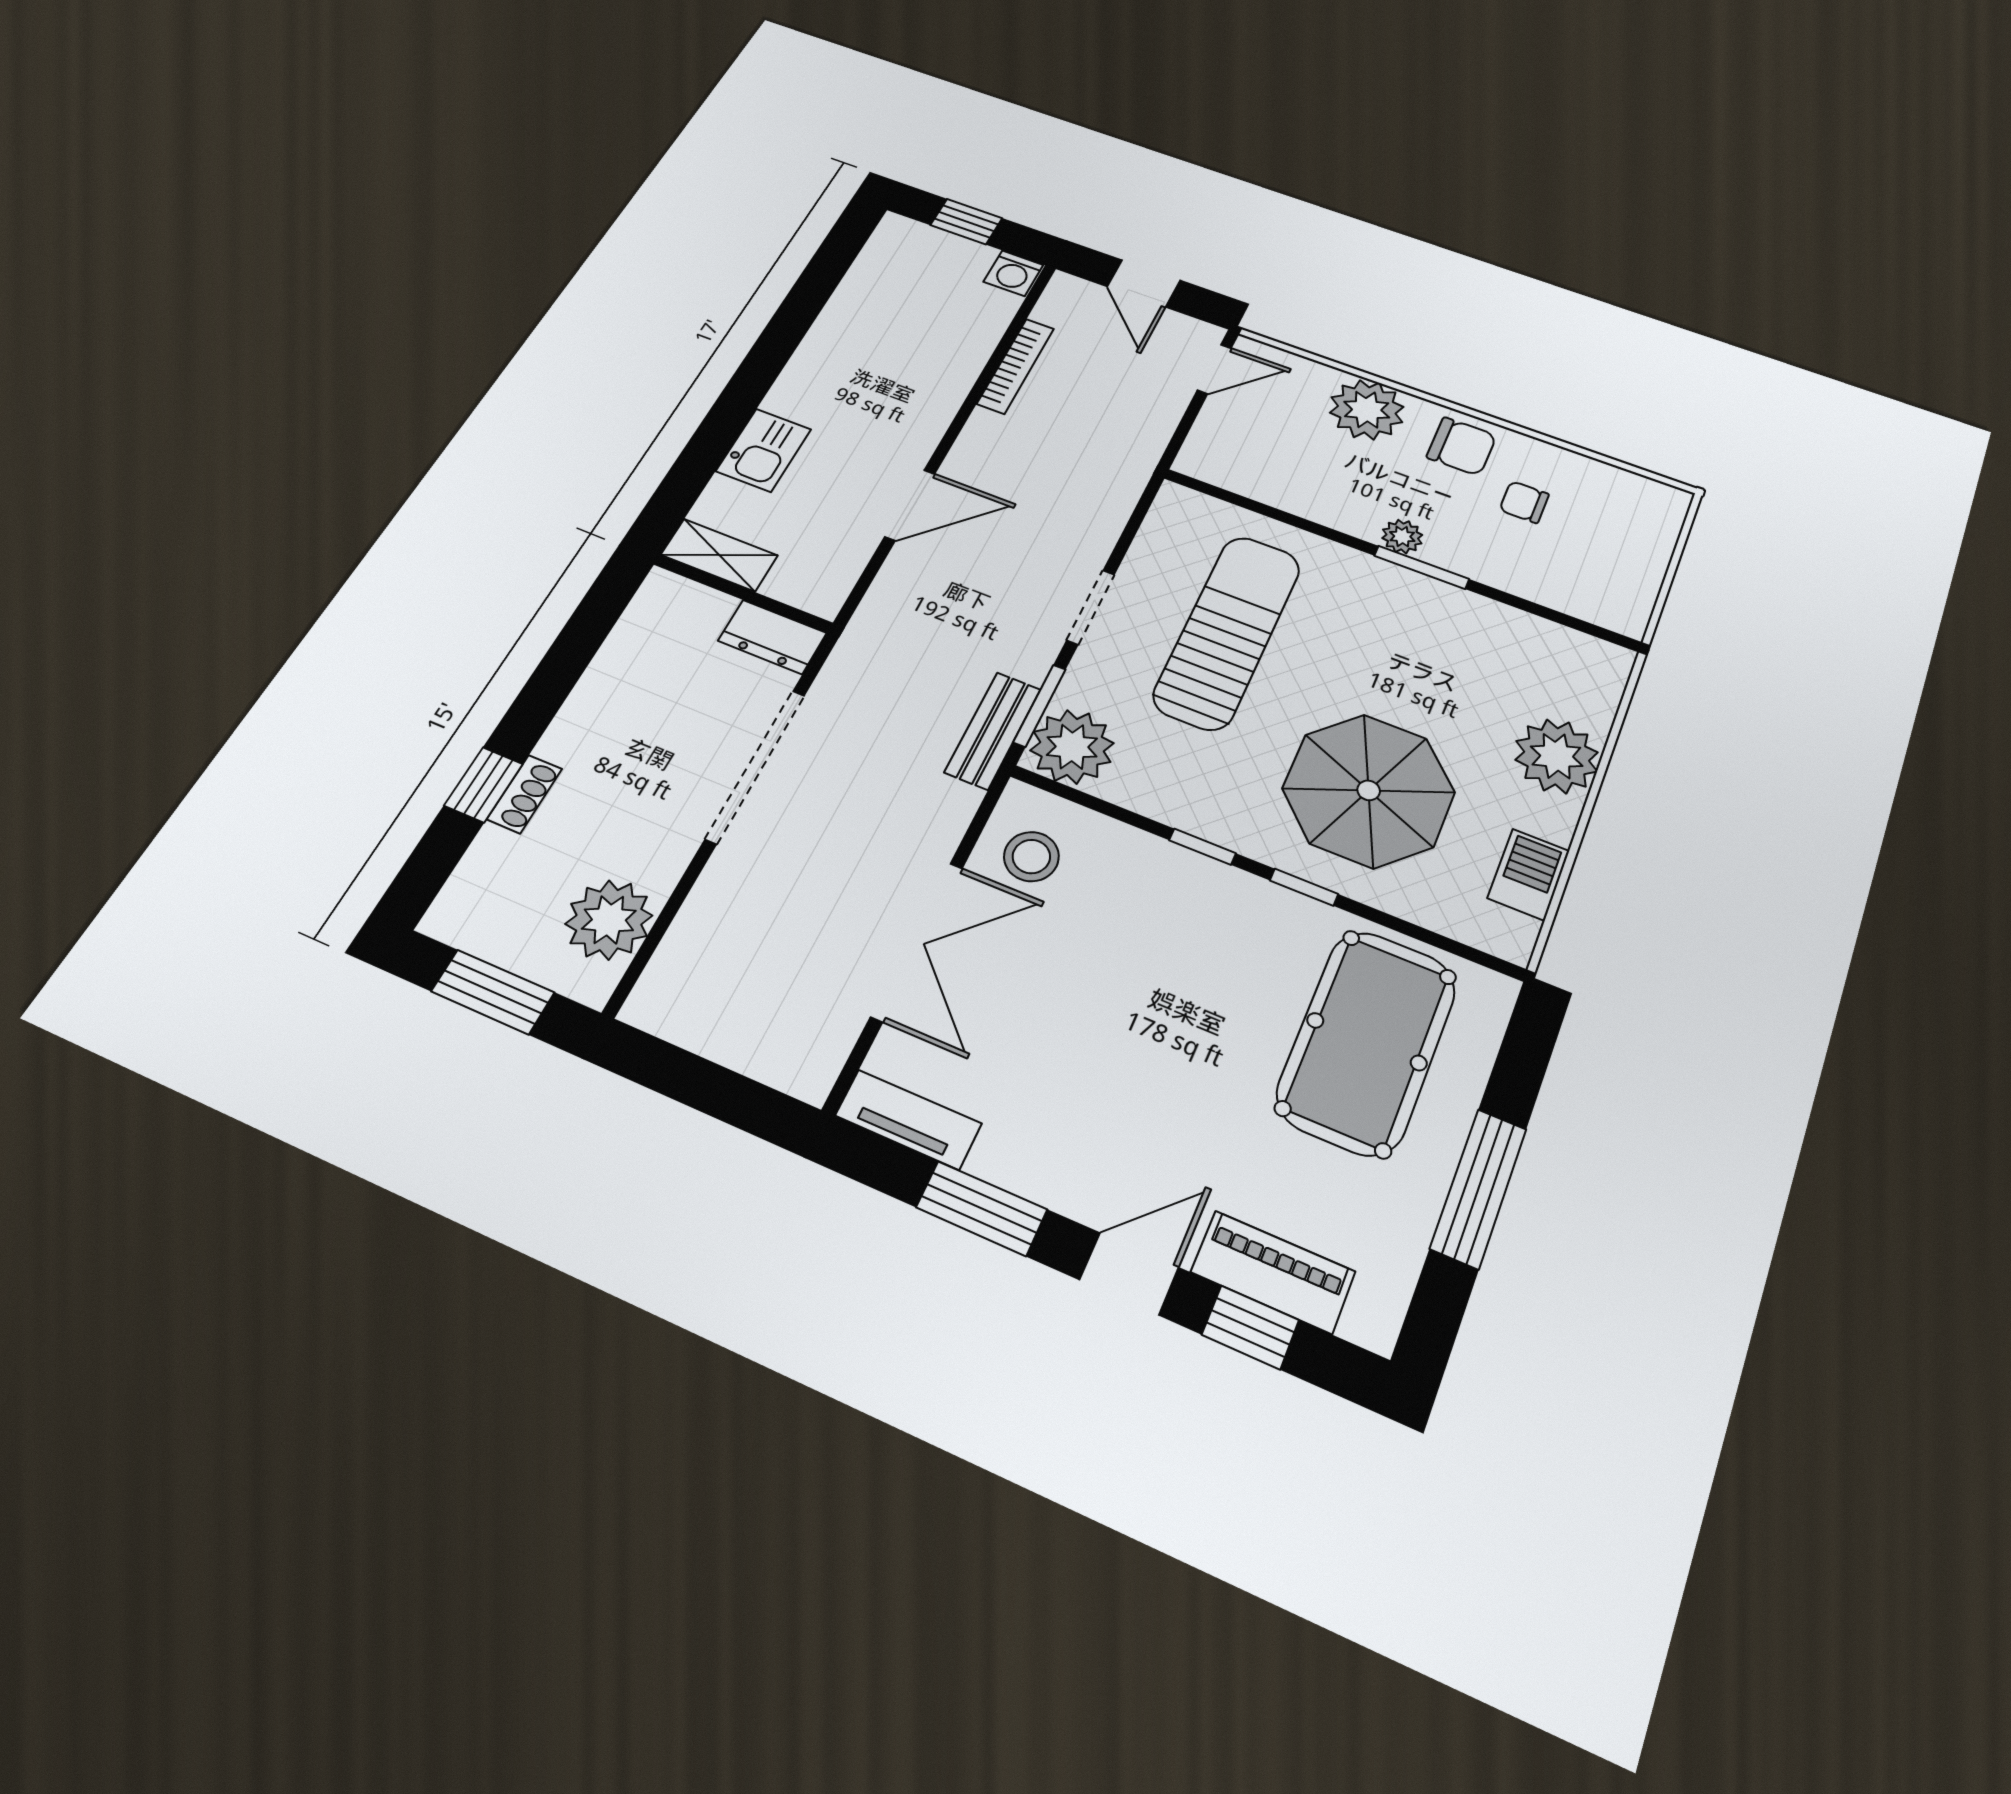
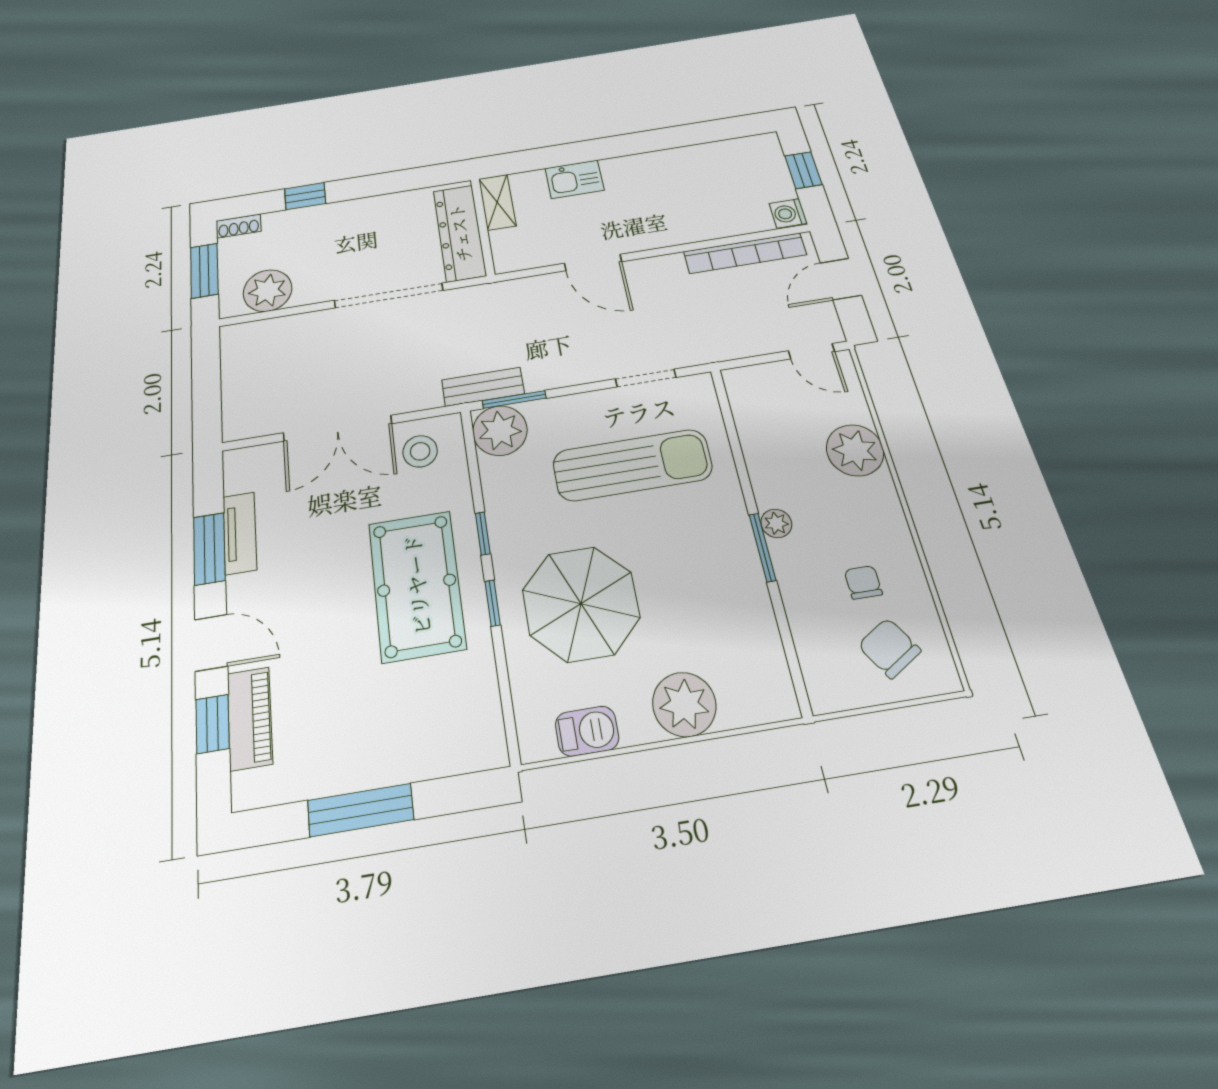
bookcase: (1016, 366) -> (745, 253), width x1.48, depth x1.31
chair: (1462, 446) -> (889, 648), moved, turned 149
doorway: (1091, 607) -> (646, 378), moved
dresser: (772, 637) -> (460, 233), width x1.96, depth x1.24
shoe rack: (524, 794) -> (239, 226), moved
pool table: (1367, 1042) -> (417, 585), moved, turned 90
tv unit: (908, 1120) -> (240, 533), moved

